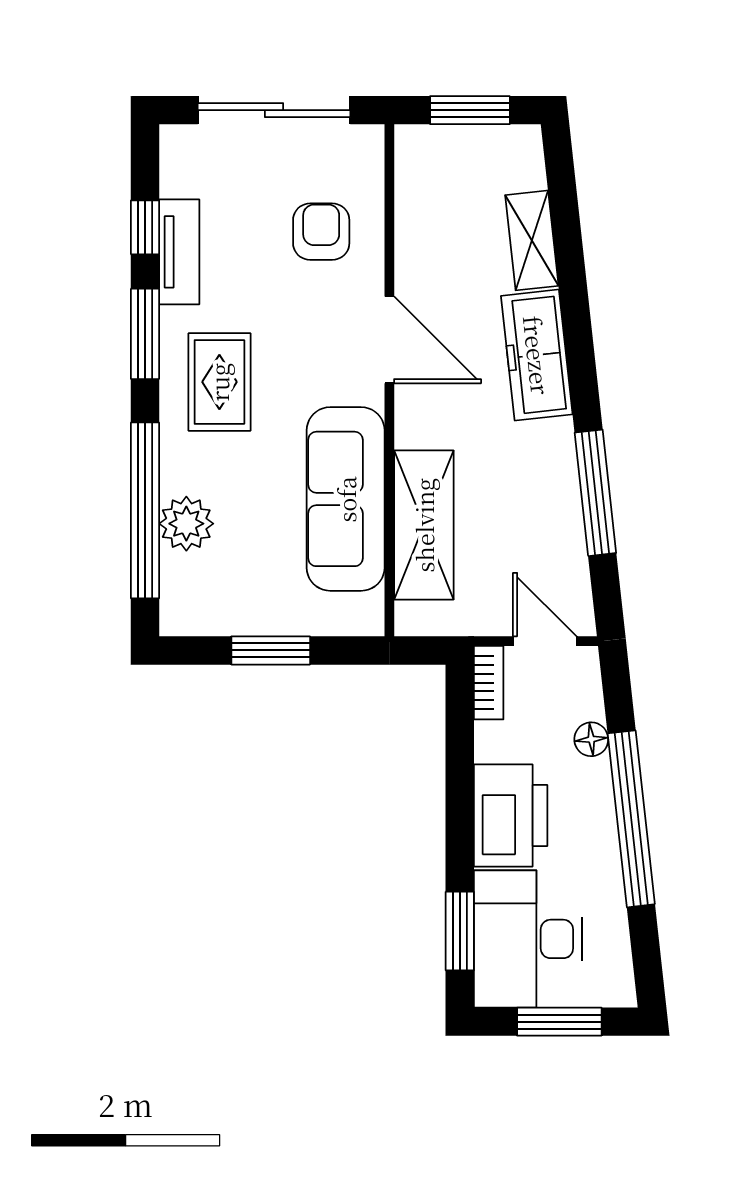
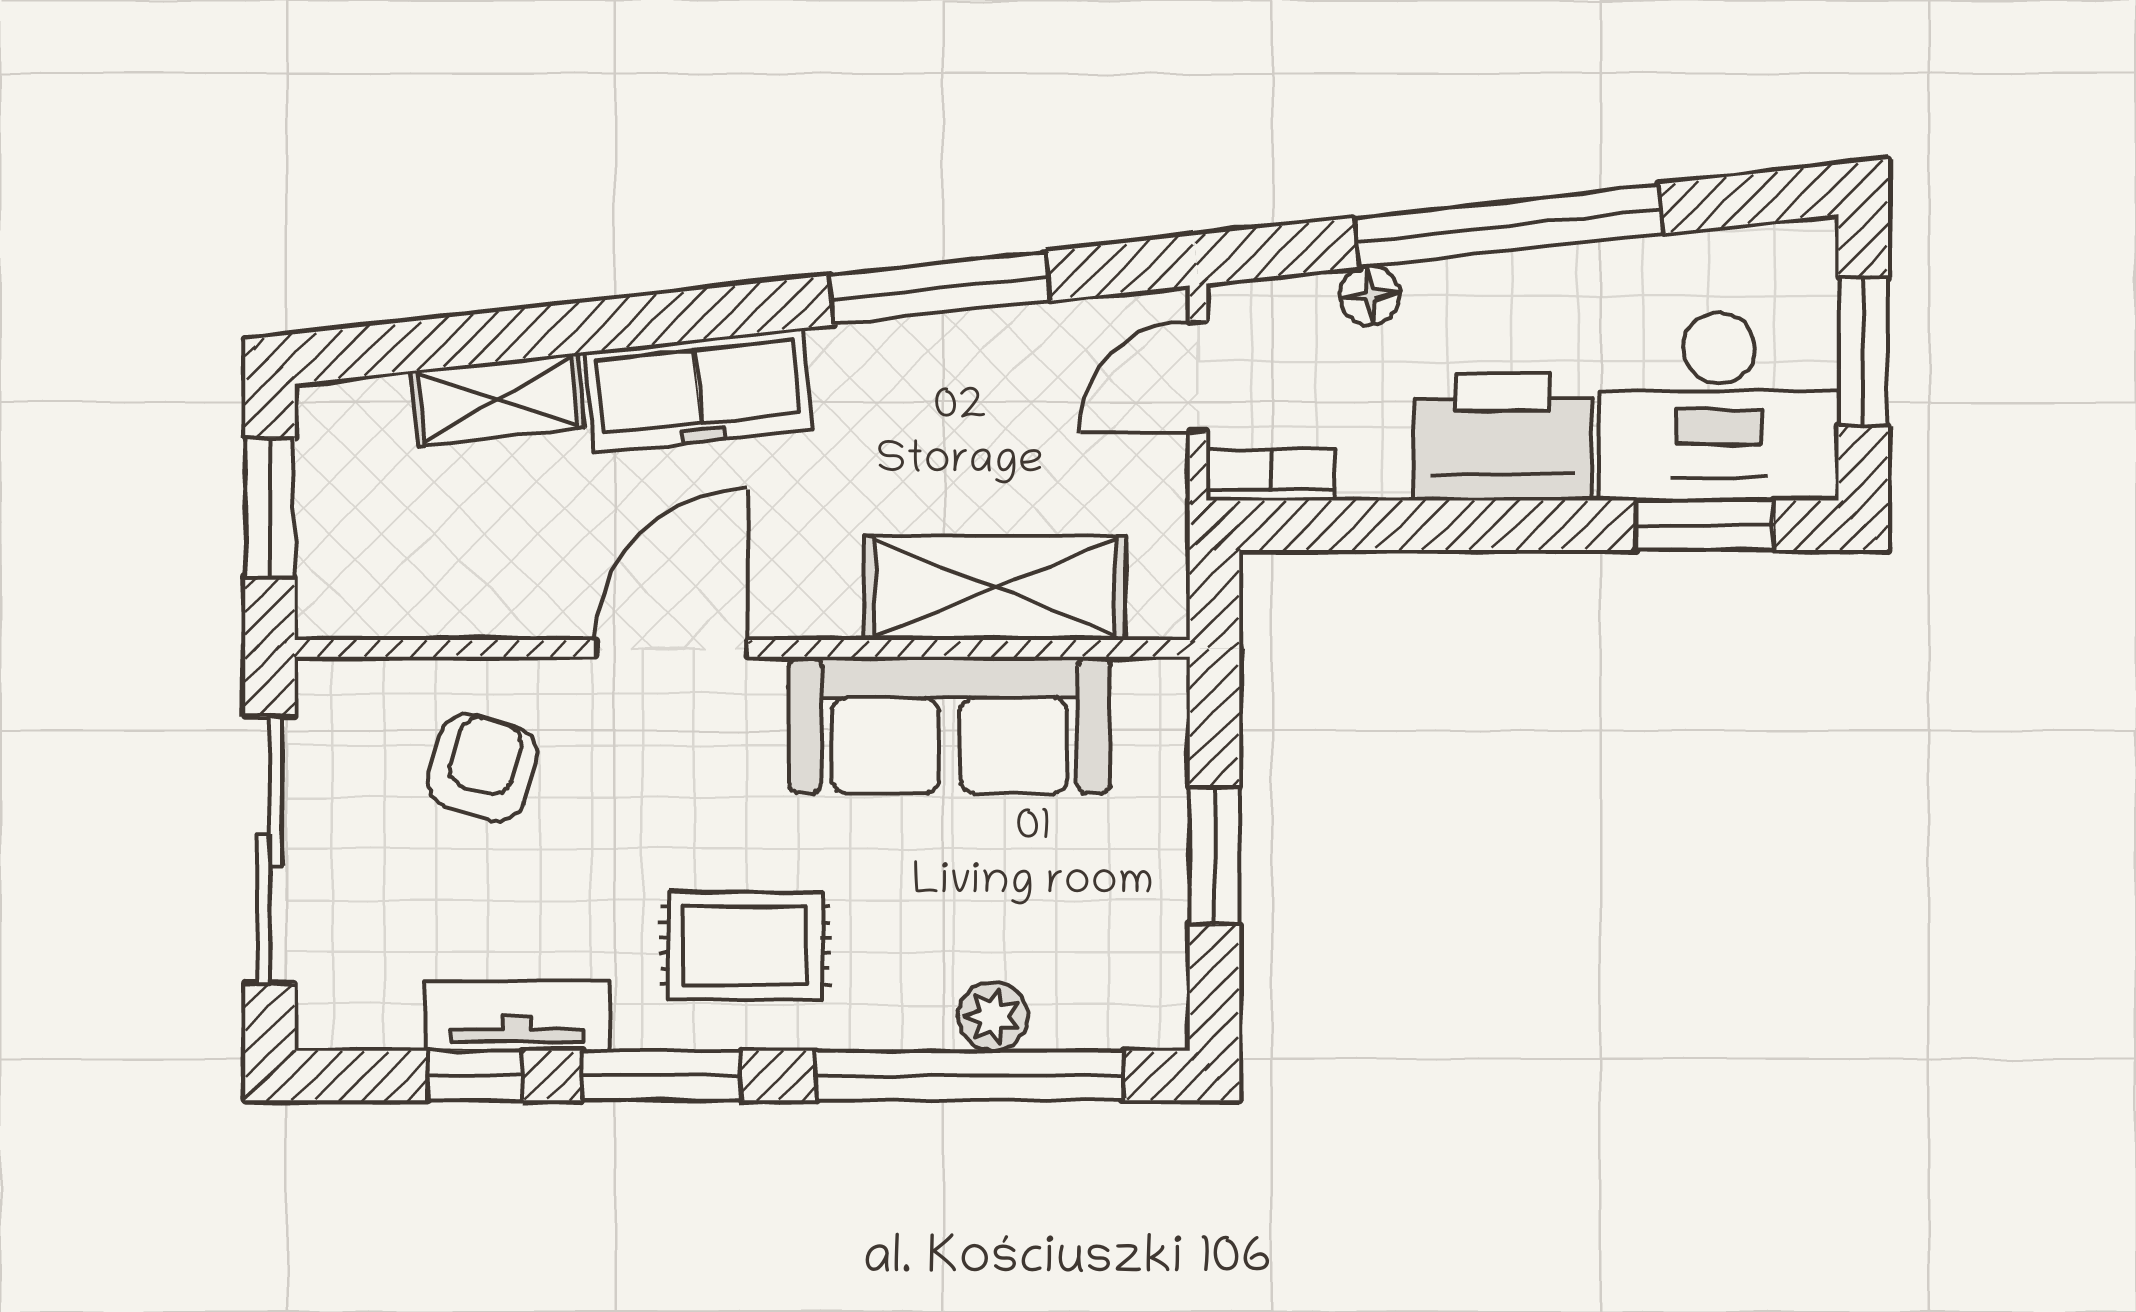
armchair: (321, 232) -> (482, 768), turned 106
plant: (186, 524) -> (993, 1016), width x0.73, depth x0.73

